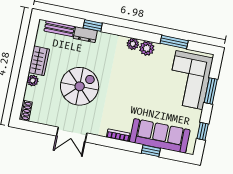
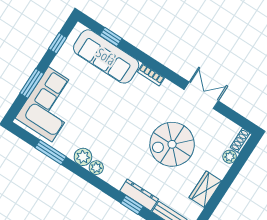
dresser: (85, 35) -> (139, 195), width x1.44
plant: (33, 80) -> (230, 157), moved
window: (151, 151) -> (111, 37), moved

